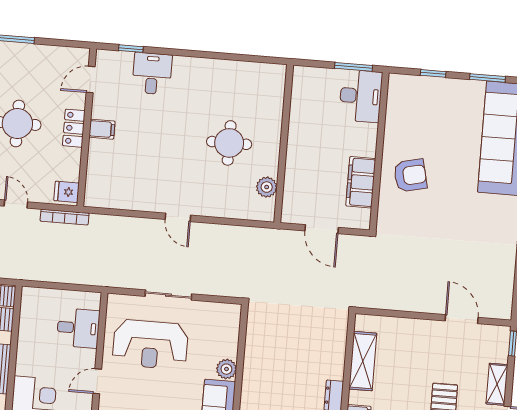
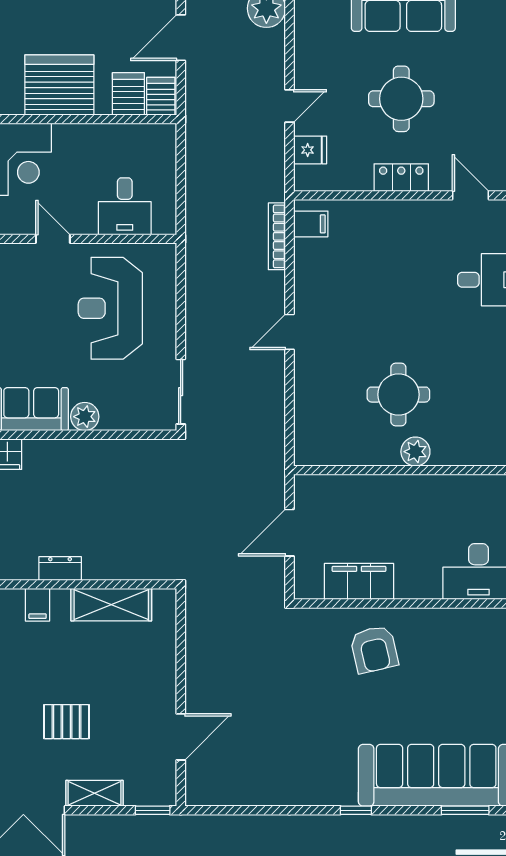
filing cabinet: (102, 129) -> (311, 224), moved, turned -90
plant: (267, 187) -> (415, 452), moved
fridge: (67, 192) -> (310, 150), moved, turned 90
bookcase: (65, 217) -> (277, 236), moved
sliding door: (168, 295) -> (181, 392), moved

